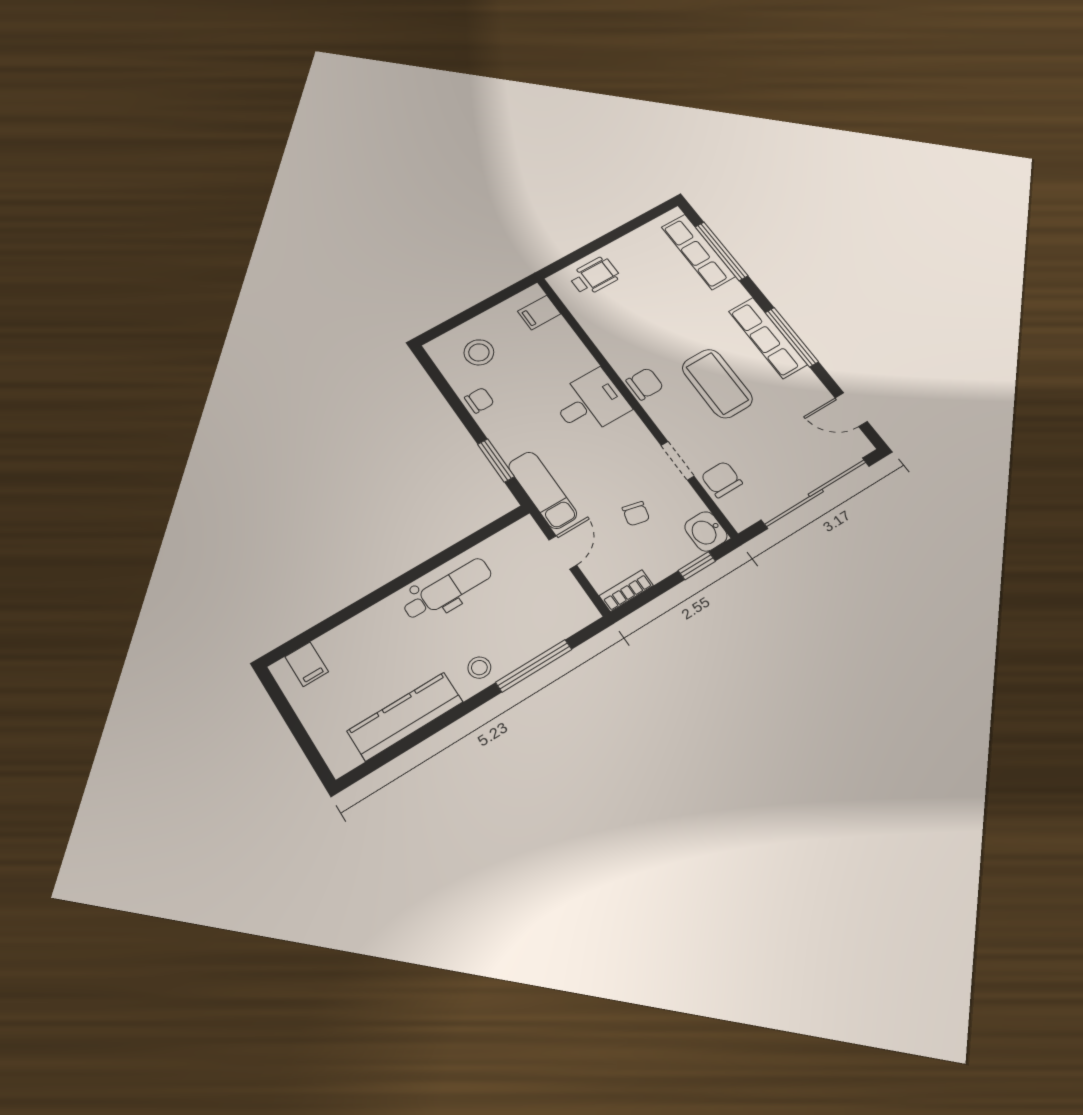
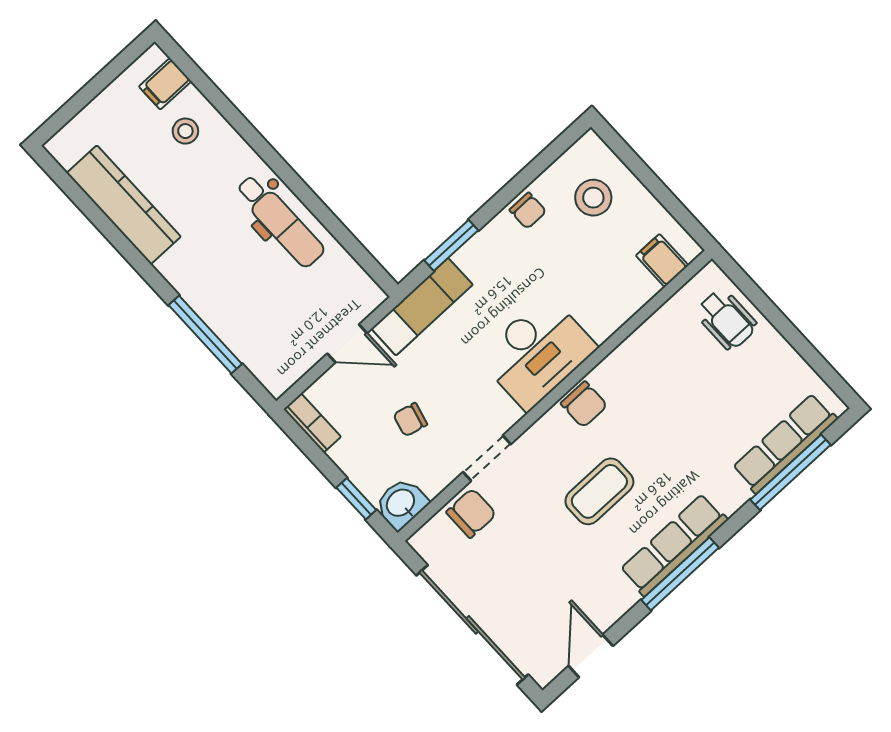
coffee table: (717, 383) -> (599, 491), width x0.73, depth x0.76
desk: (590, 403) -> (537, 352), width x1.37
stool: (479, 668) -> (185, 131), moved

